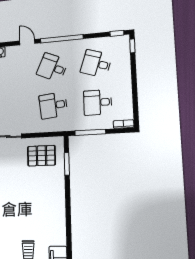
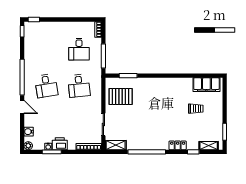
door: (27, 42) -> (22, 107), swing flipped
desk: (96, 64) -> (46, 49), removed
desk: (52, 67) -> (46, 86), turned -33
pallet: (41, 156) -> (121, 96), turned 90

